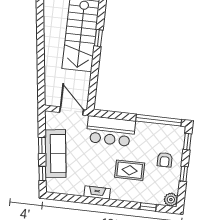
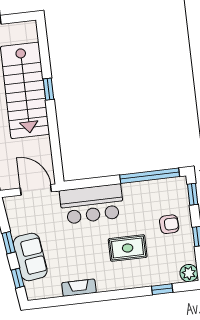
sofa: (55, 154) -> (30, 257), width x0.73
armchair: (165, 160) -> (169, 224), turned -92
fireplace: (97, 193) -> (79, 288), moved

